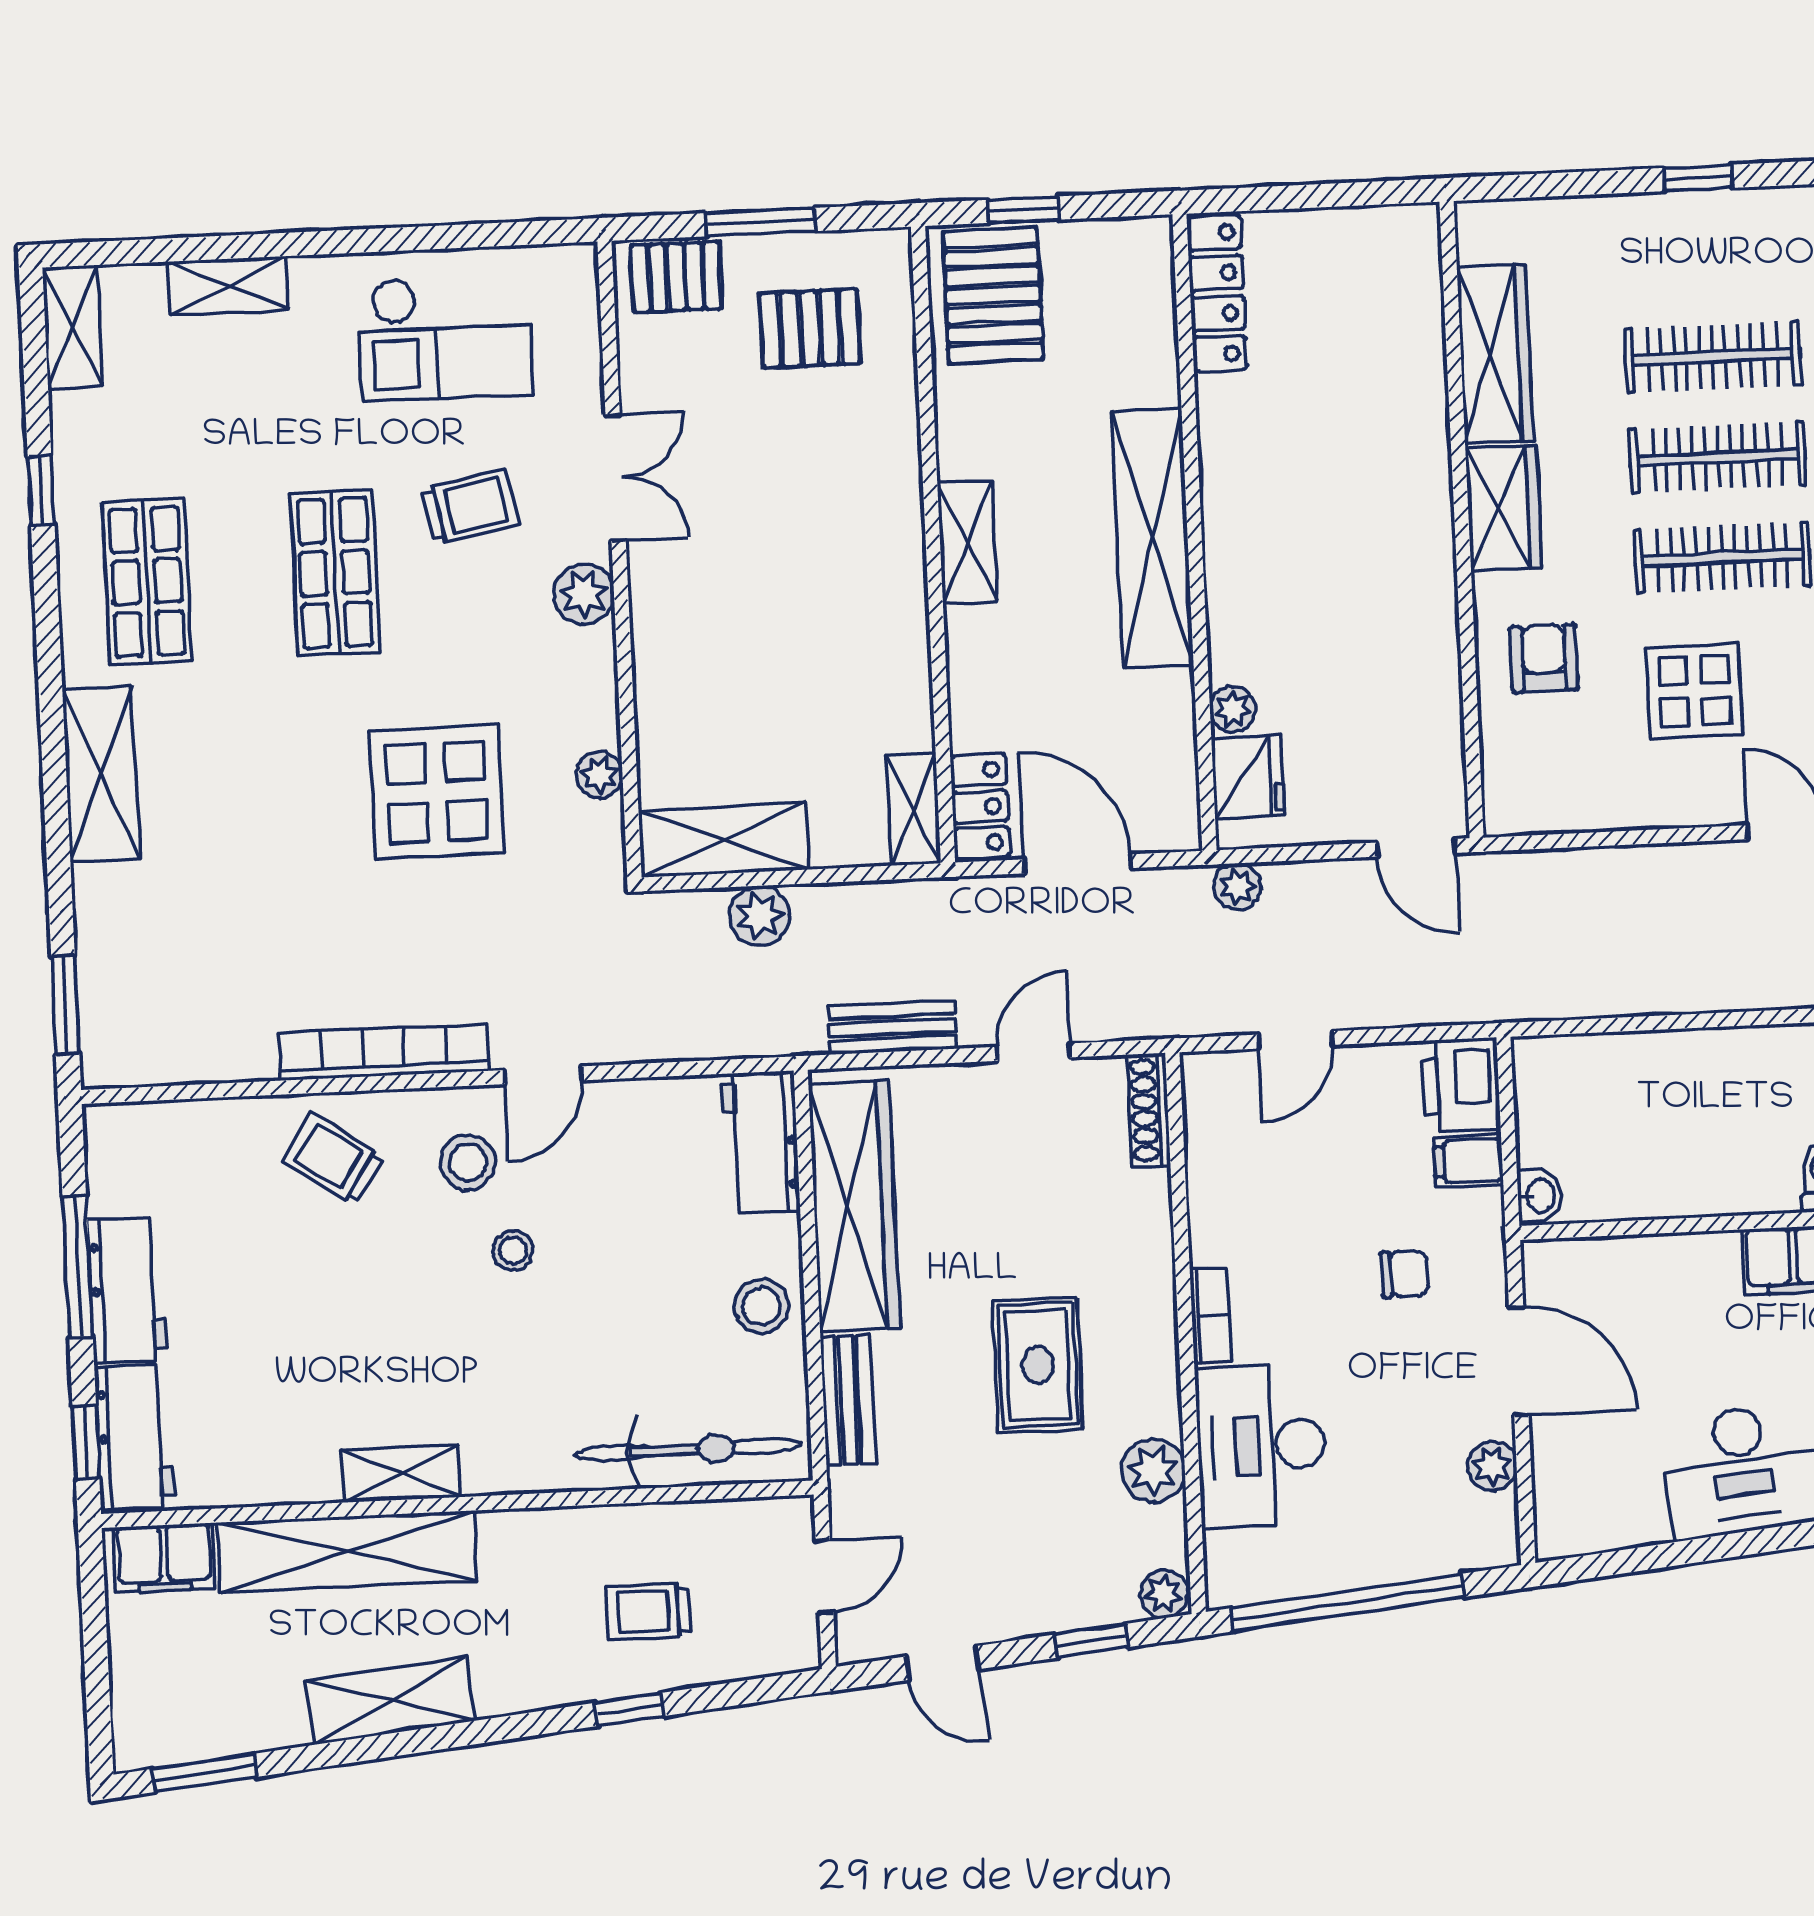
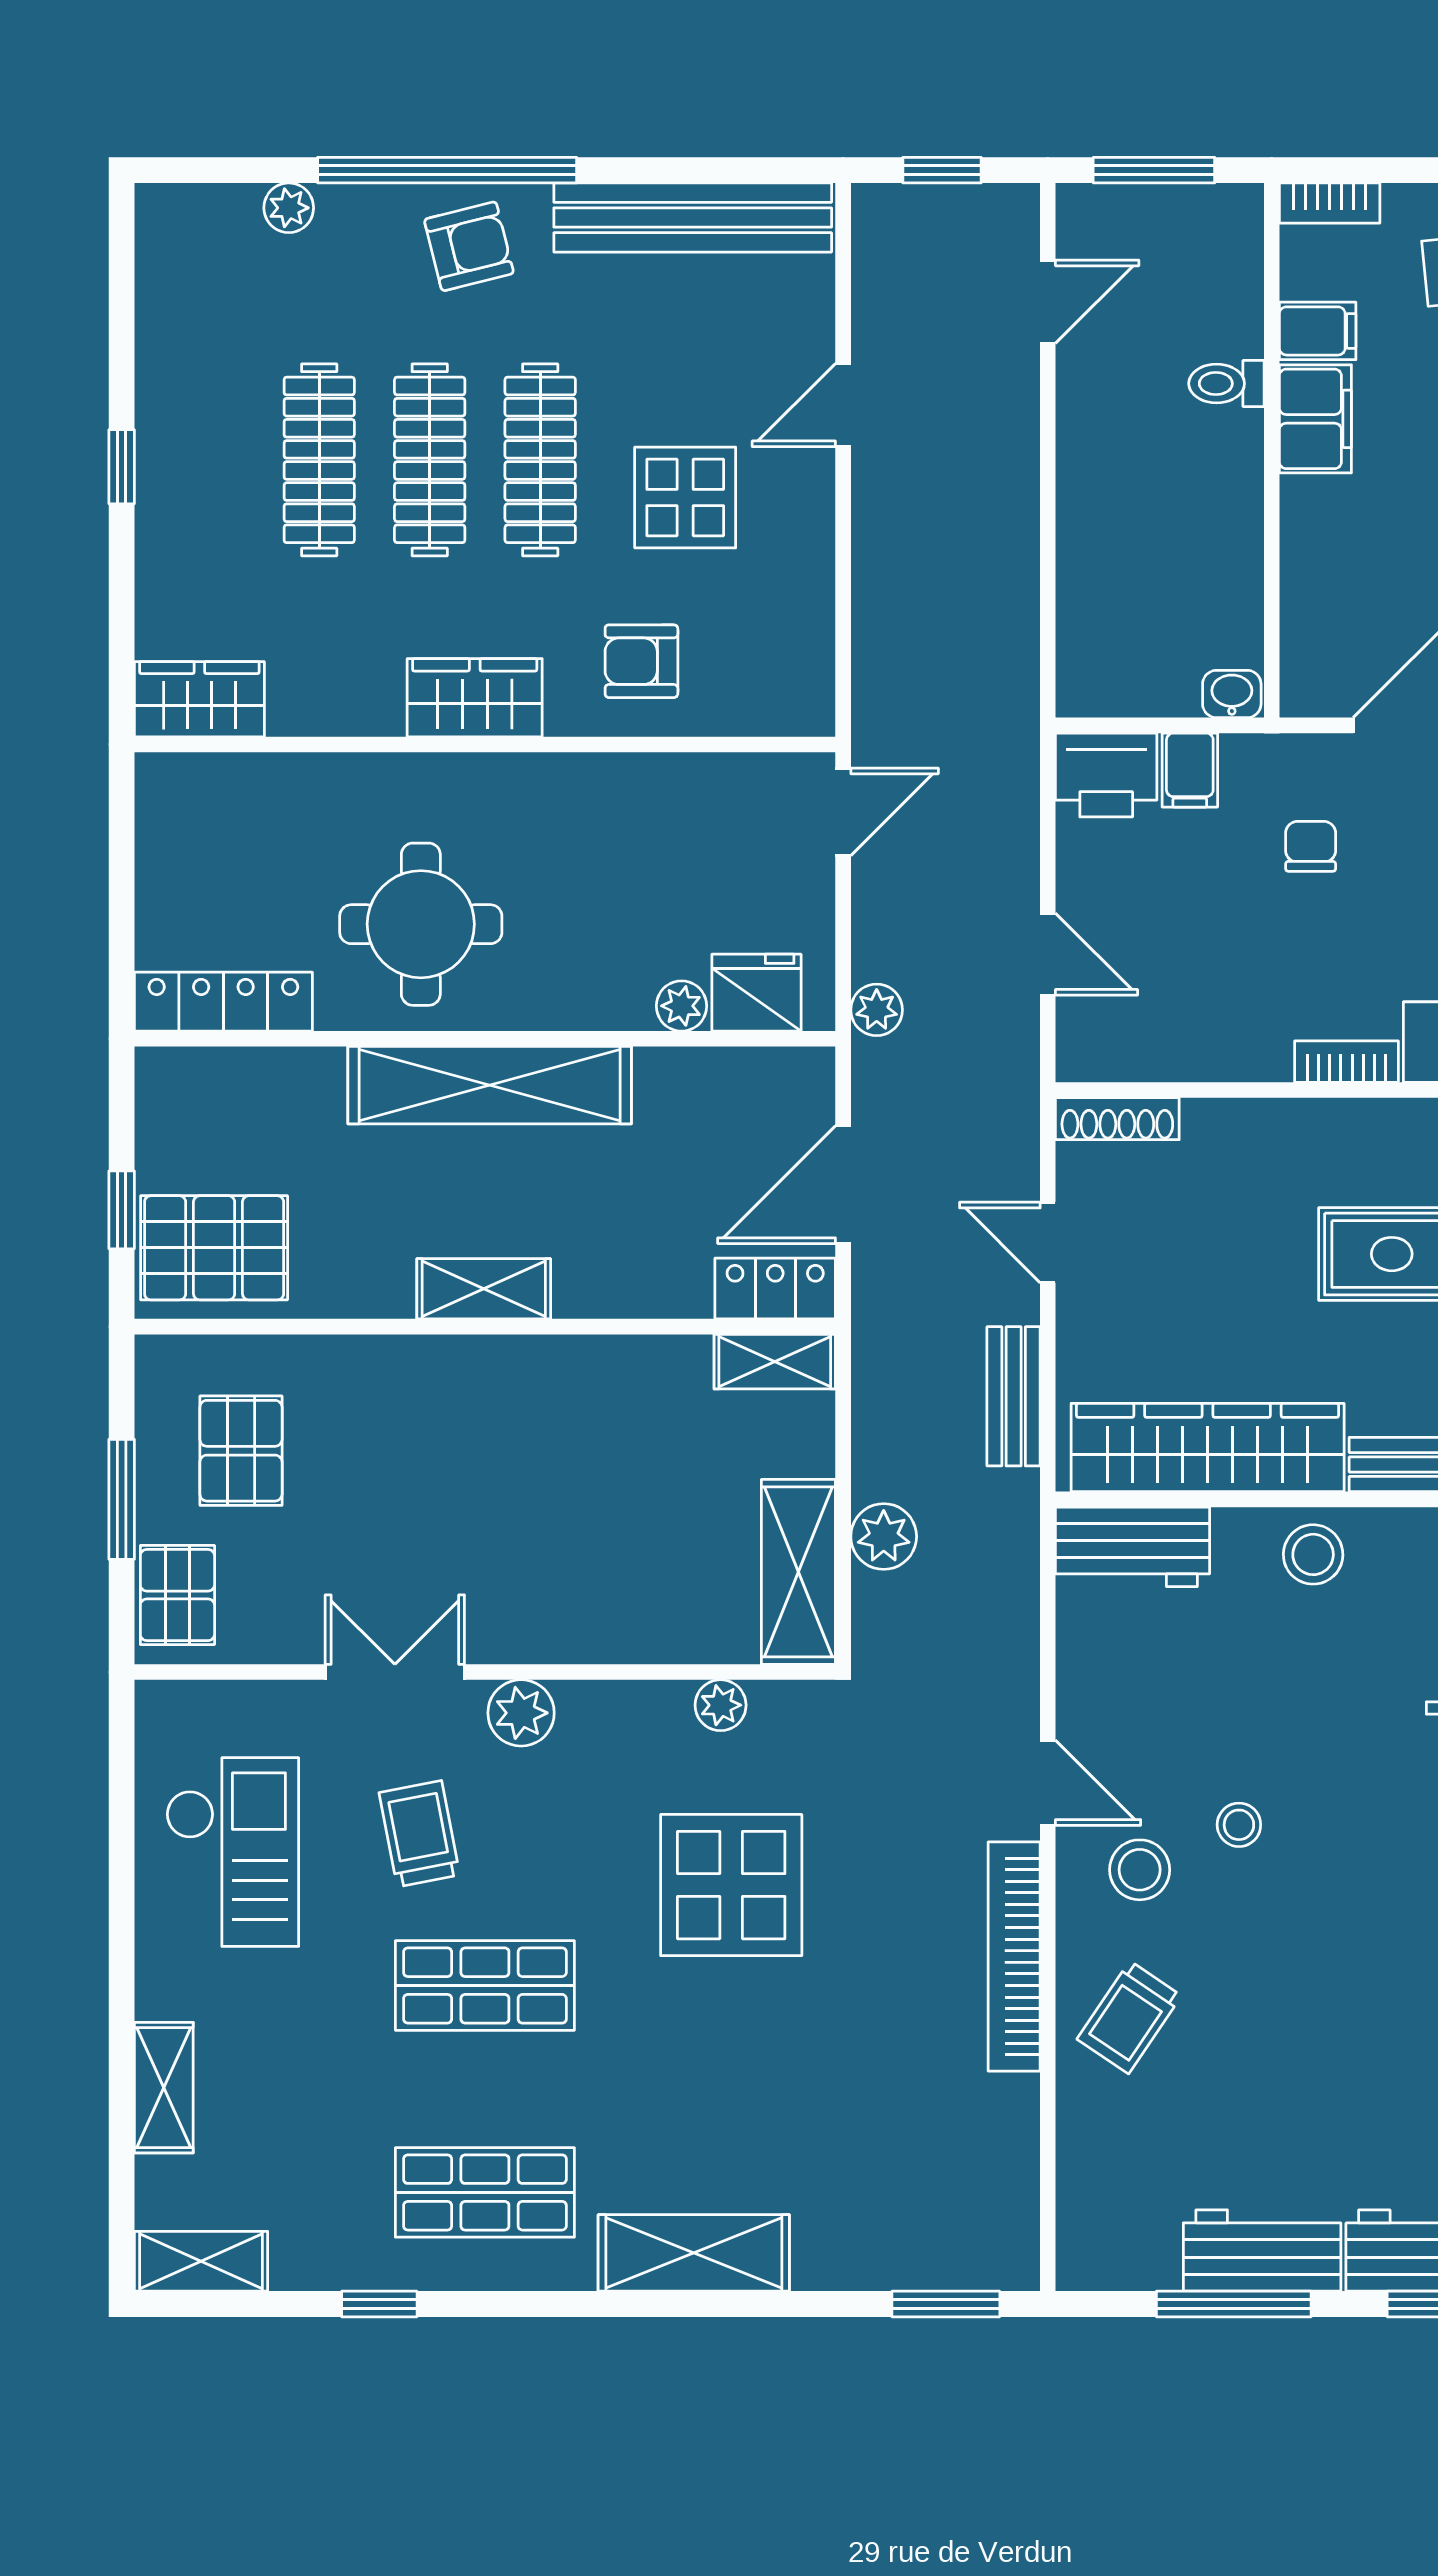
wardrobe: (1495, 354) -> (199, 699), moved, width x0.67
round table: (1296, 469) -> (421, 924), added

